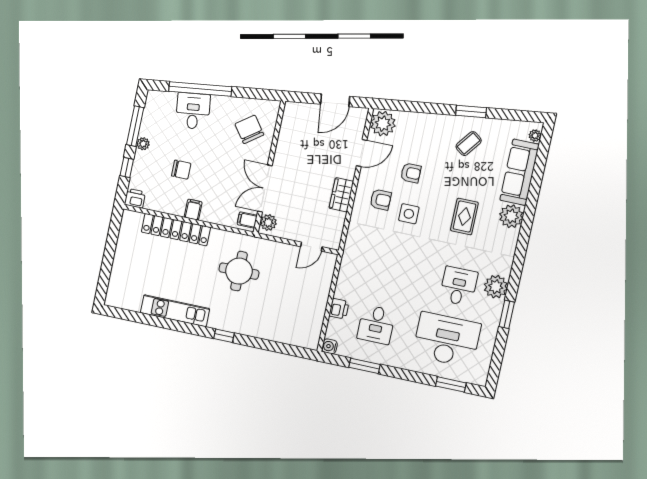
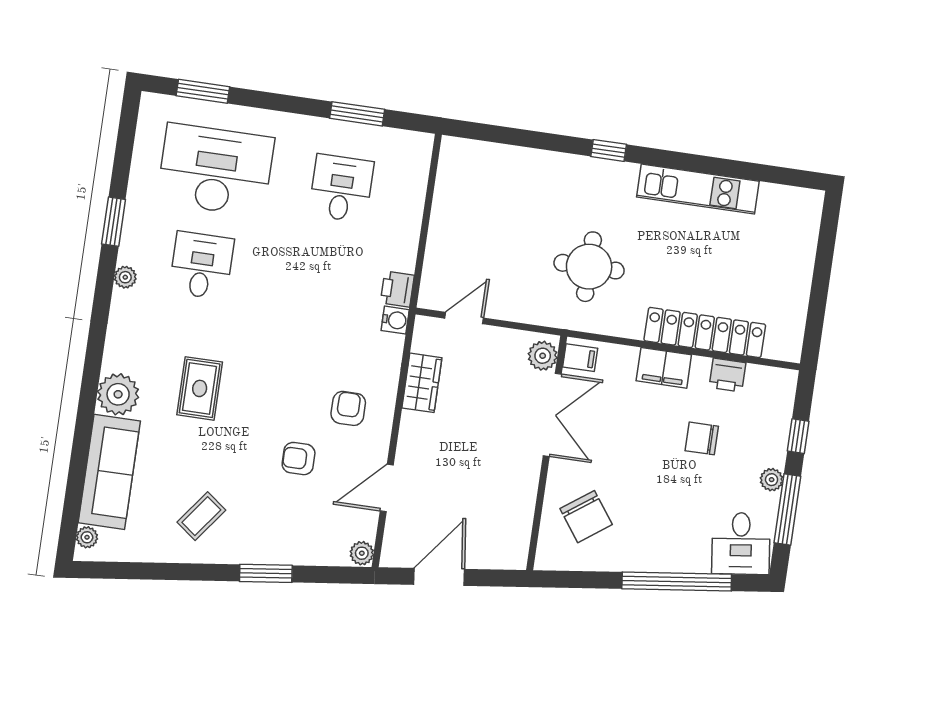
desk: (193, 111) -> (741, 544), moved
window: (471, 111) -> (266, 573), moved
plant: (383, 124) -> (362, 553), width x0.53, depth x0.53
wardrobe: (341, 195) -> (422, 383), moved
printer: (135, 198) -> (727, 375), moved
armchair: (381, 200) -> (348, 408), turned 90
filing cabinet: (193, 210) -> (664, 368), width x2.00
side table: (409, 214) -> (297, 387), removed
desk: (458, 286) -> (202, 266), turned 180
plant: (496, 287) -> (125, 277), width x0.53, depth x0.53
printer: (339, 309) -> (397, 289), moved
desk: (447, 340) -> (216, 170), turned 180
water cooler: (330, 346) -> (395, 320), moved

